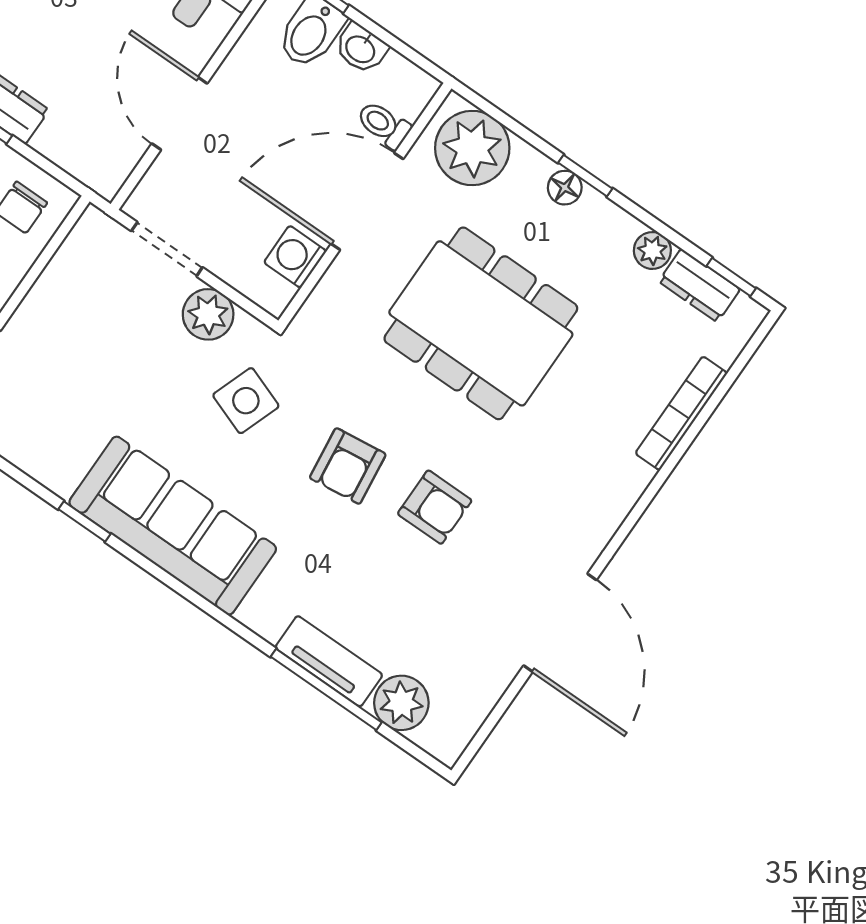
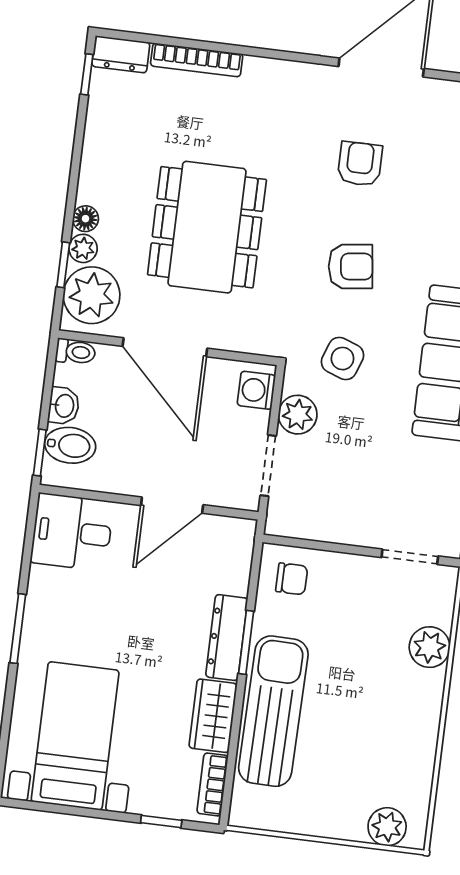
toilet: (384, 125) -> (76, 352), moved, turned -90
window: (585, 176) -> (63, 265), moved
plant: (652, 251) -> (83, 248), moved
washing machine: (295, 257) -> (256, 390), moved, turned 90
dresser: (699, 285) -> (121, 54), moved, turned 90
armchair: (435, 507) -> (360, 164), moved

